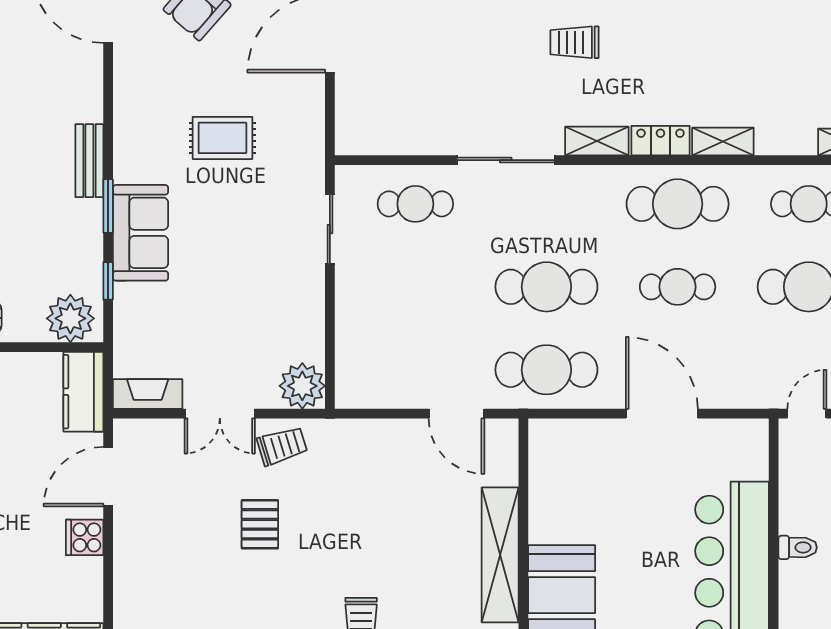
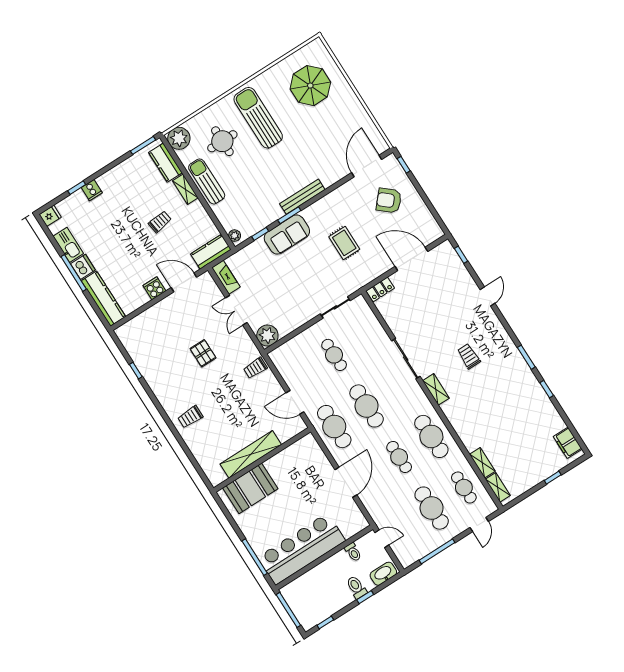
locker: (660, 141) -> (380, 289), moved, turned 90
shelving: (723, 141) -> (482, 463), moved
bench: (89, 161) -> (302, 197), width x1.36
cafe table: (415, 204) -> (334, 355), moved
plant: (70, 318) -> (235, 236), width x0.53, depth x0.53
door: (456, 414) -> (295, 402), hinge flipped
trolley: (282, 446) -> (255, 368), moved, turned 107
pallet: (260, 524) -> (203, 353), turned 90
toilet: (798, 547) -> (353, 552), moved

